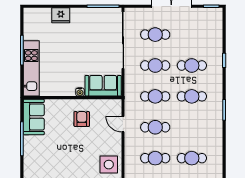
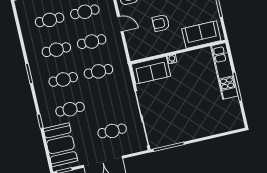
fridge: (61, 15) -> (207, 129), removed
booth: (209, 33) -> (60, 145), added
cafe table: (155, 65) -> (56, 50), moved
sofa: (34, 117) -> (201, 35), moved, turned 90
armchair: (82, 119) -> (161, 23), moved, turned 90
door: (123, 124) -> (120, 24), moved

